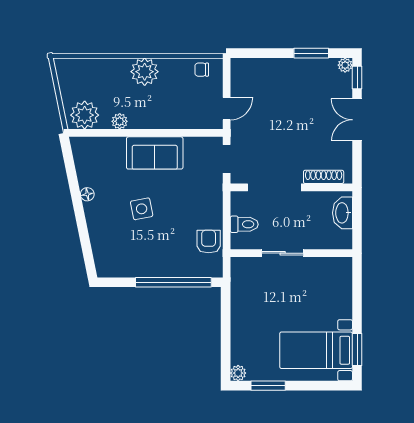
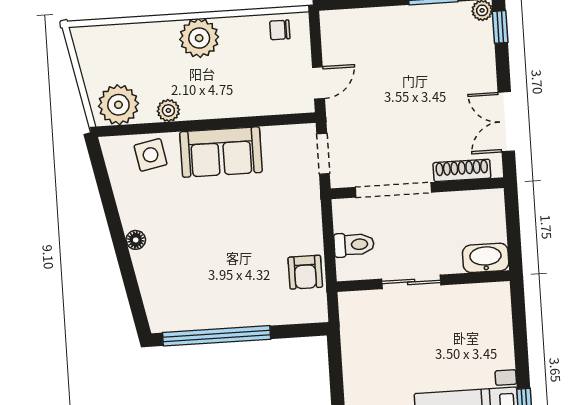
double door: (357, 120) -> (506, 122), moved
floor lamp: (87, 194) -> (136, 240), moved
side table: (142, 209) -> (151, 155), moved
washbasin: (343, 213) -> (486, 258), moved, turned 90
armchair: (209, 241) -> (305, 272), turned 180
window: (173, 282) -> (217, 336), moved

